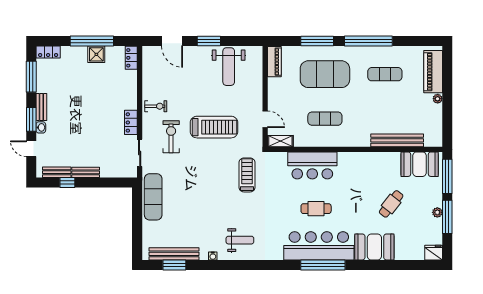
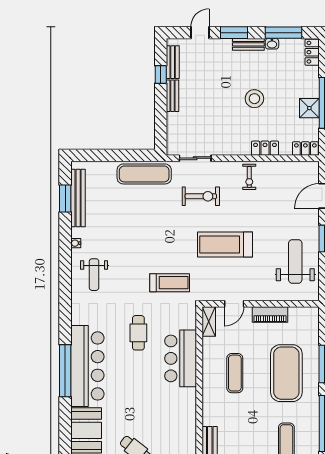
piano: (274, 62) -> (270, 314), moved
weight bench: (229, 67) -> (295, 261), turned 90
stool: (88, 102) -> (254, 99), added
locker: (131, 122) -> (265, 148), moved
washbasin: (41, 127) -> (272, 44), moved
treadmill: (214, 127) -> (225, 245), turned 90
exercise bike: (171, 137) -> (201, 196), moved
cafe table: (316, 209) -> (138, 333), moved

